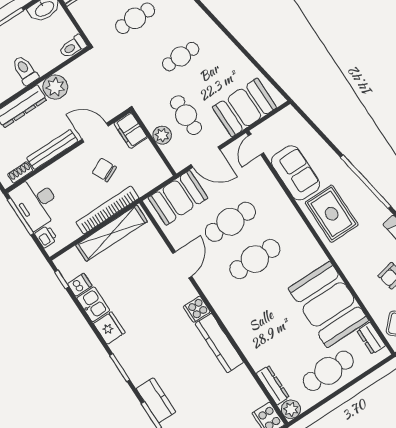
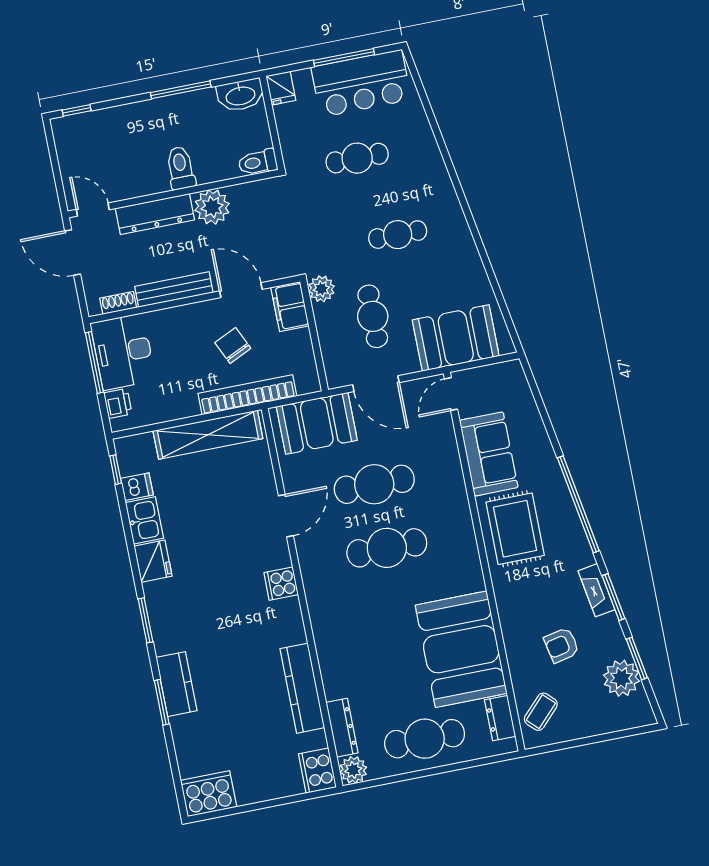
plant: (162, 135) -> (321, 289), moved
bookcase: (107, 210) -> (247, 395), moved
kitchen counter: (219, 343) -> (302, 688), moved

